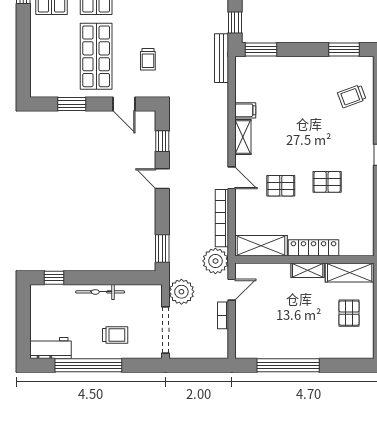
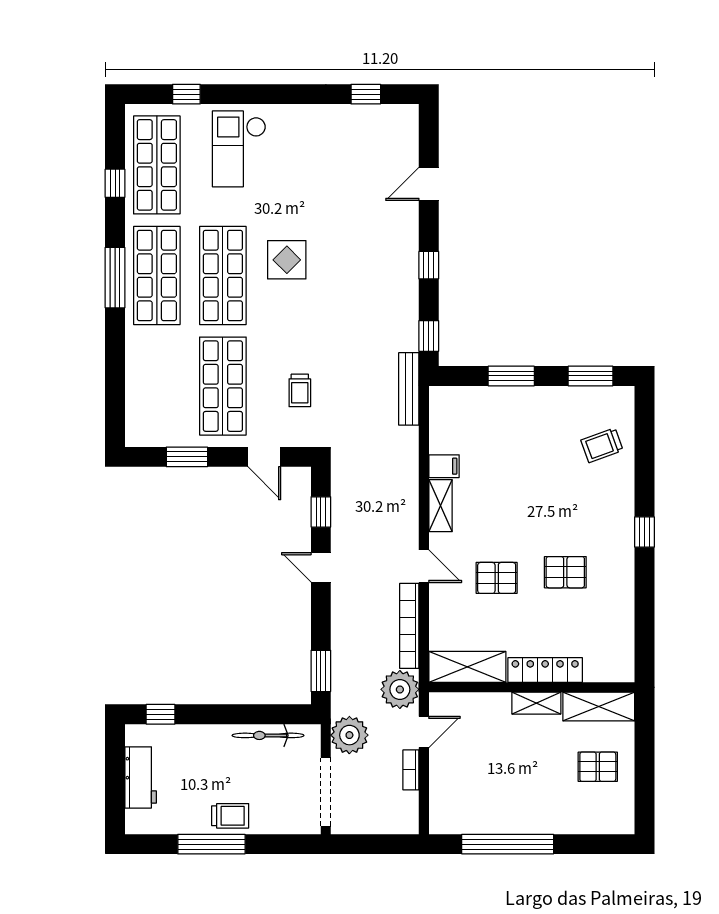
window: (261, 49) -> (511, 376), moved
bicycle: (100, 292) -> (268, 735), moved
pallet: (349, 313) -> (598, 767), turned 90
trolley: (115, 335) -> (230, 816), moved
workbench: (51, 348) -> (141, 777), moved, turned 90
window: (88, 365) -> (211, 844), width x0.68

